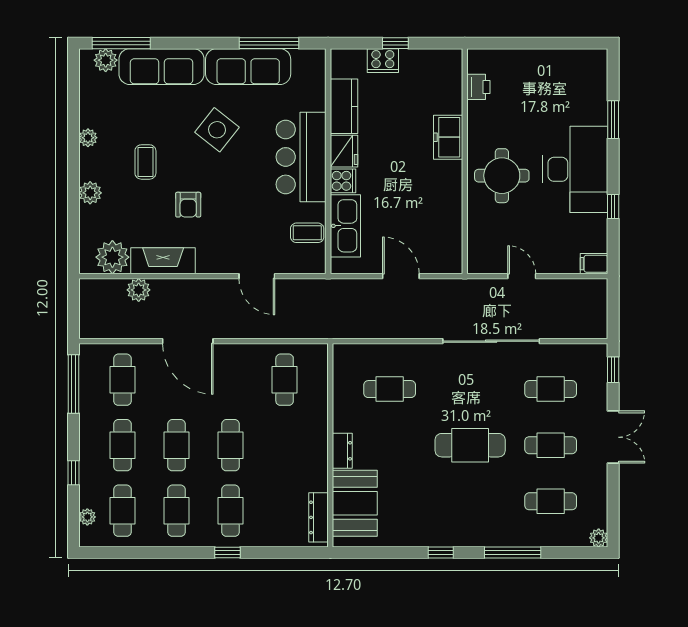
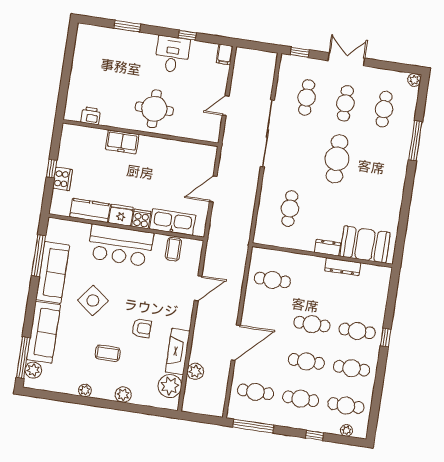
desk: (575, 169) -> (172, 54), width x0.53, depth x0.77
dresser: (318, 517) -> (343, 267), moved
window: (441, 552) -> (408, 190), removed

